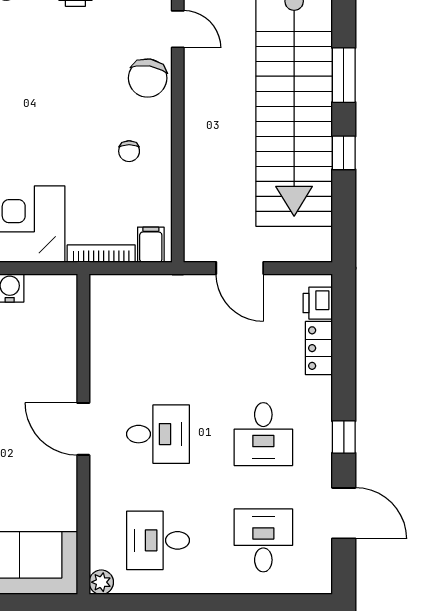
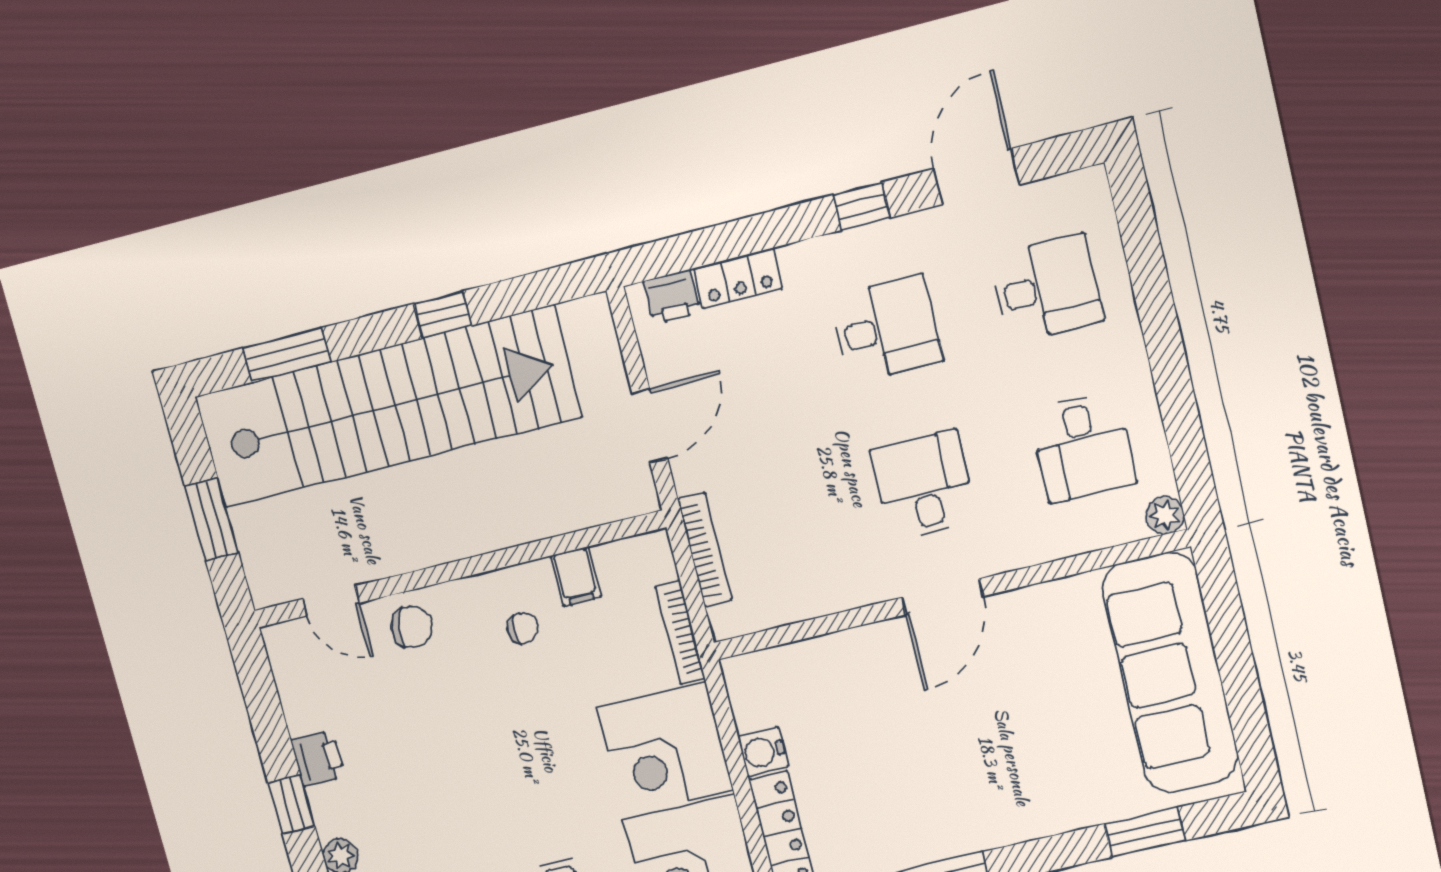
door: (178, 29) -> (331, 601), swing flipped
window: (344, 75) -> (287, 355), moved
chair: (148, 78) -> (412, 627), width x0.73, depth x0.73
filing cabinet: (151, 245) -> (576, 577), moved, turned -90
bookcase: (151, 283) -> (705, 550), added
desk: (263, 540) -> (1046, 289), turned 180

